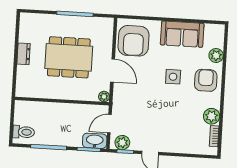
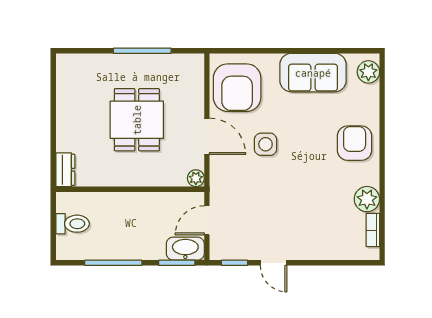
dresser: (24, 54) -> (65, 170), moved
plant: (216, 55) -> (368, 72), moved
dining table: (69, 57) -> (137, 120), width x0.73
side table: (173, 77) -> (266, 144), moved
toilet: (24, 132) -> (73, 224), moved
plant: (122, 143) -> (229, 249), removed

